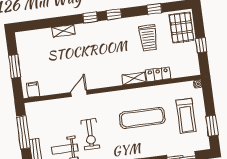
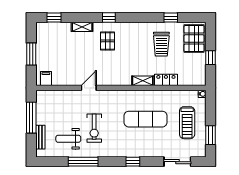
window: (114, 14) -> (54, 18), moved
pallet: (92, 42) -> (108, 41), added

